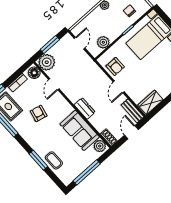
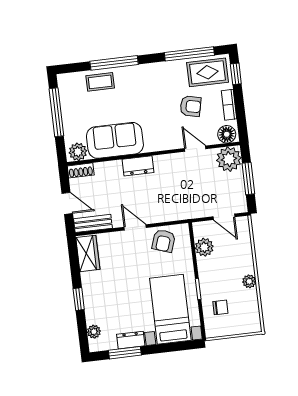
armchair: (115, 66) -> (164, 241), turned -71
armchair: (39, 113) -> (191, 106), moved
window: (38, 160) -> (114, 63), width x1.44

